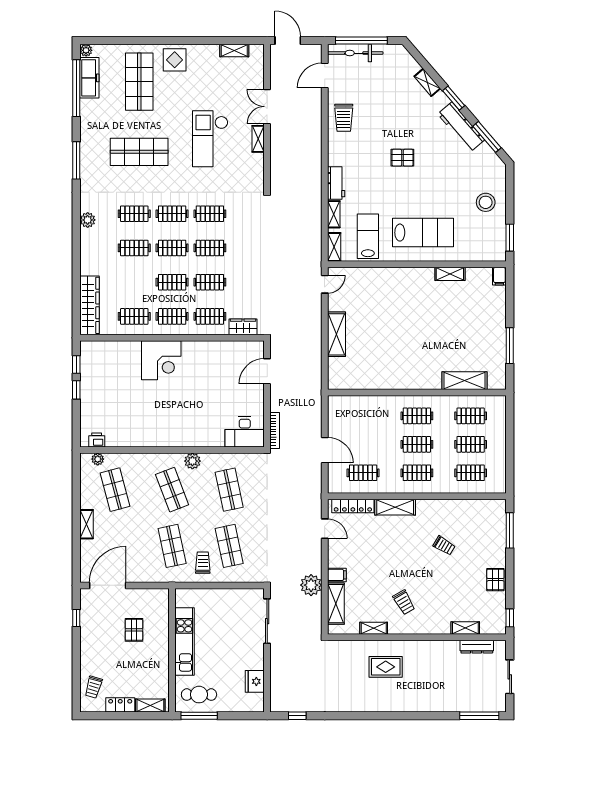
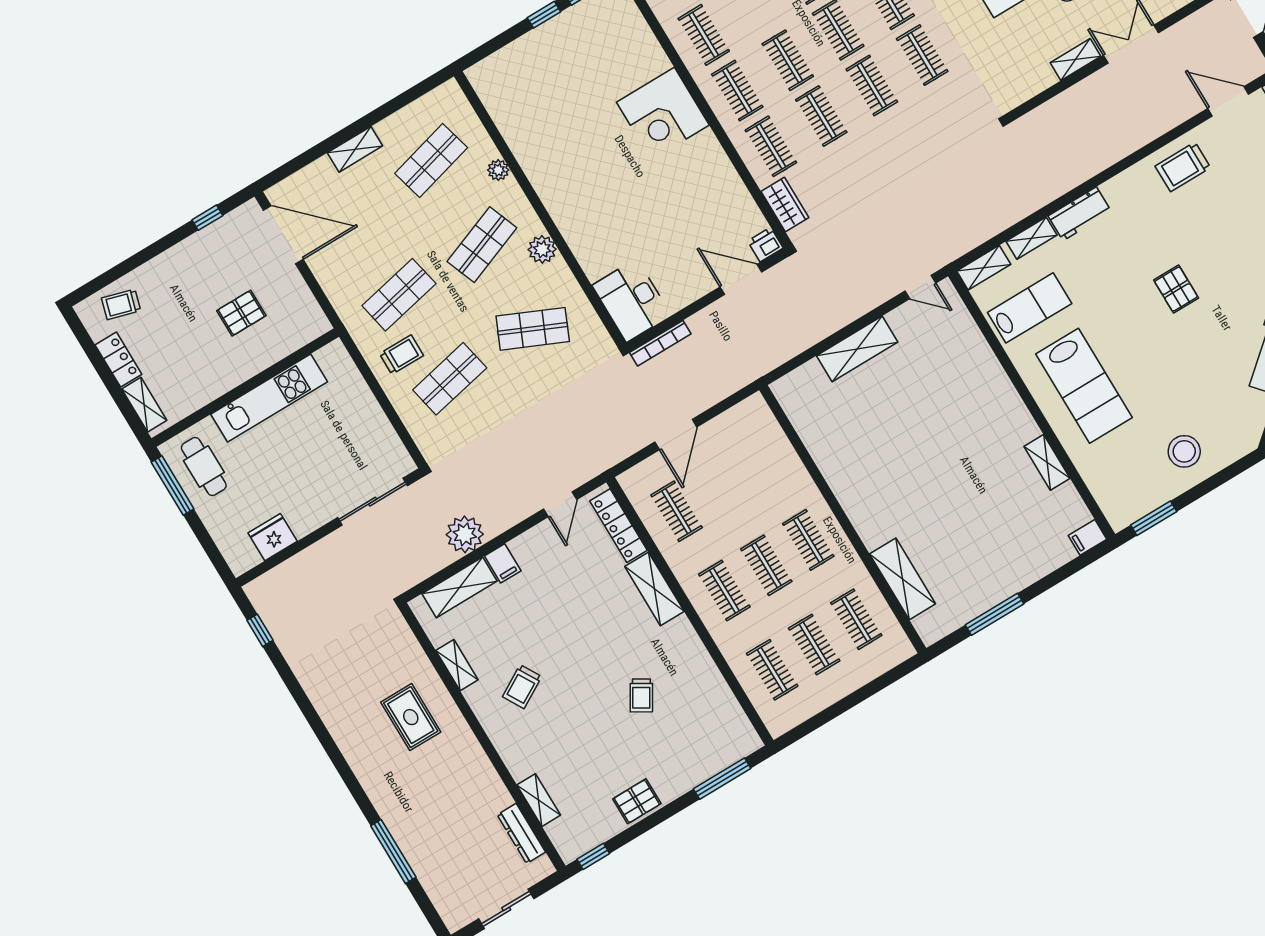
printer: (97, 440) -> (765, 244), moved, turned -90
plant: (98, 459) -> (498, 170), moved
shop shelf: (229, 490) -> (533, 329), turned 36
window: (479, 716) -> (393, 851), moved

